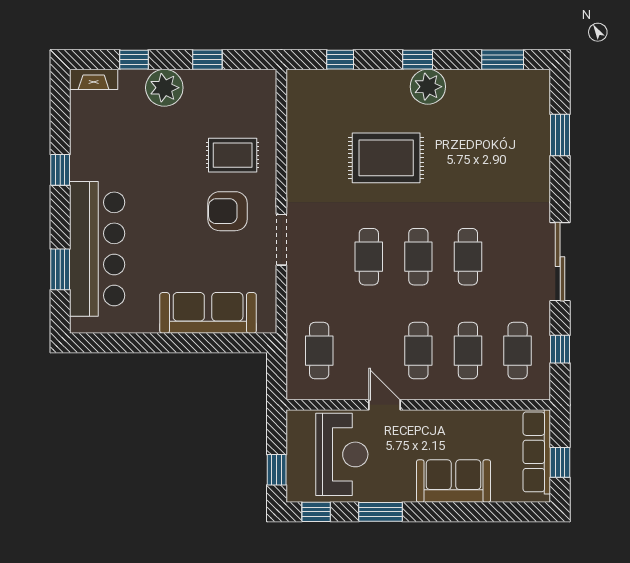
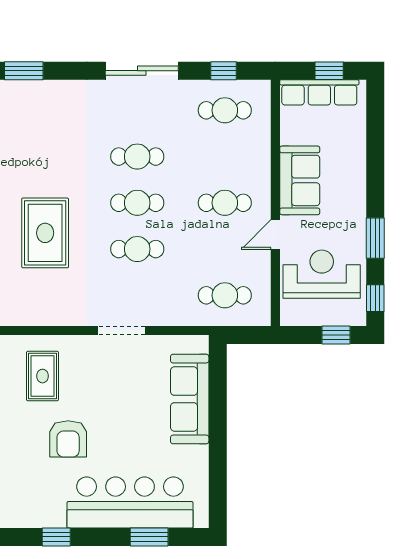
armchair: (228, 211) -> (68, 439), moved
cafe table: (468, 351) -> (225, 157), removed
sofa: (453, 481) -> (300, 180), moved, turned 180

